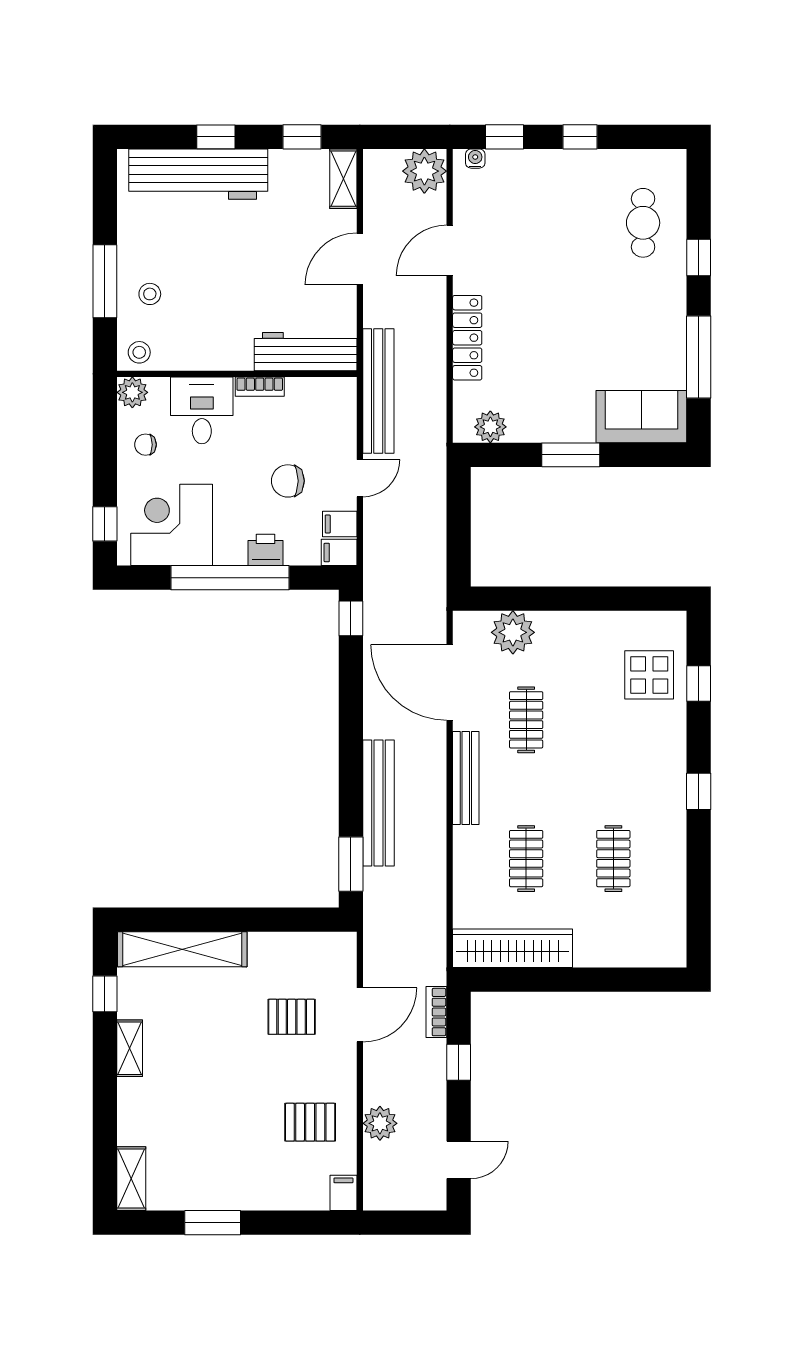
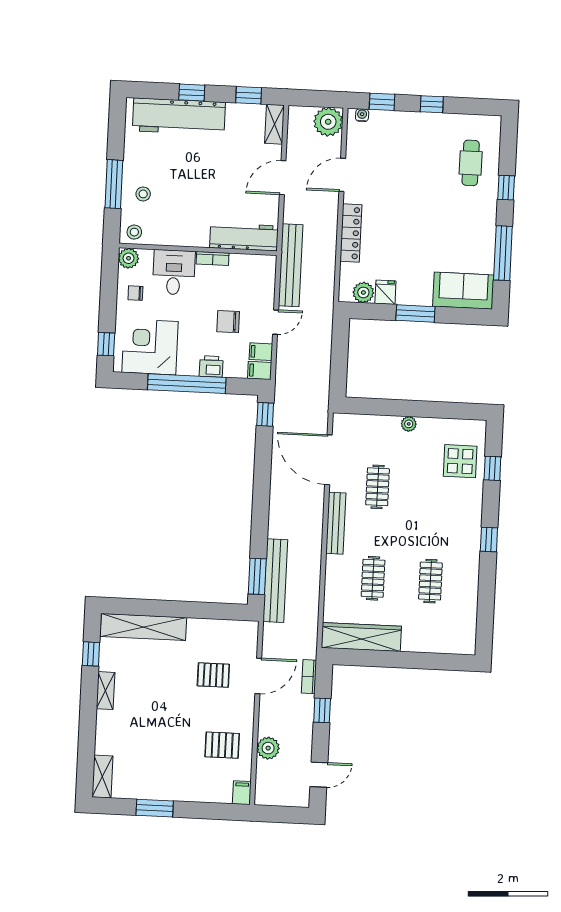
fridge: (524, 425) -> (385, 292), added
plant: (513, 632) -> (409, 424), moved, width x0.53, depth x0.53
bench: (378, 803) -> (275, 581), moved

